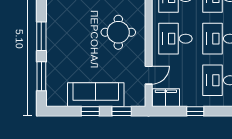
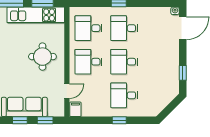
filing cabinet: (166, 98) -> (75, 109), width x0.50
window: (195, 111) -> (119, 120), moved

